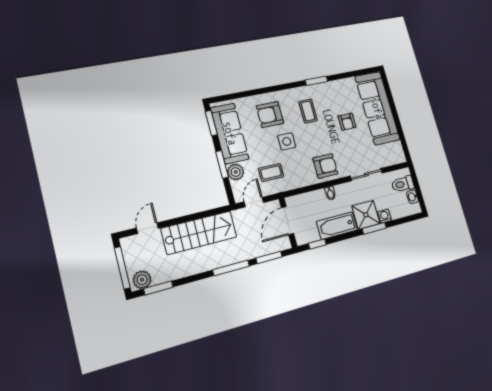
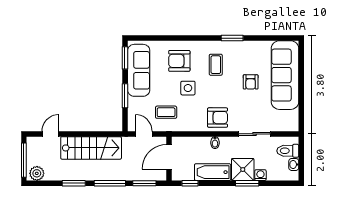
plant: (236, 172) -> (135, 105), removed
door: (254, 202) -> (144, 134), hinge flipped
window: (158, 288) -> (74, 183), moved

